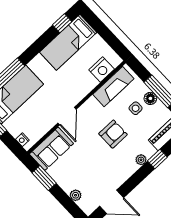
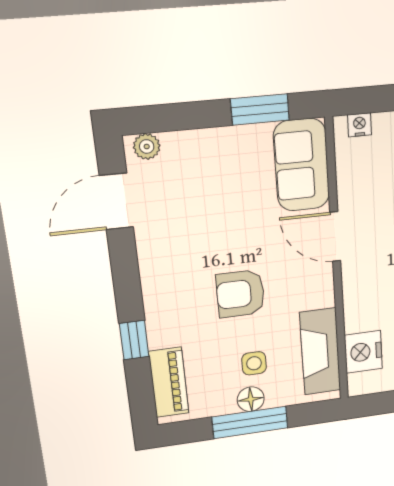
armchair: (113, 134) -> (240, 294), turned 90
plant: (141, 160) -> (155, 310), removed
plant: (76, 195) -> (147, 146), moved

